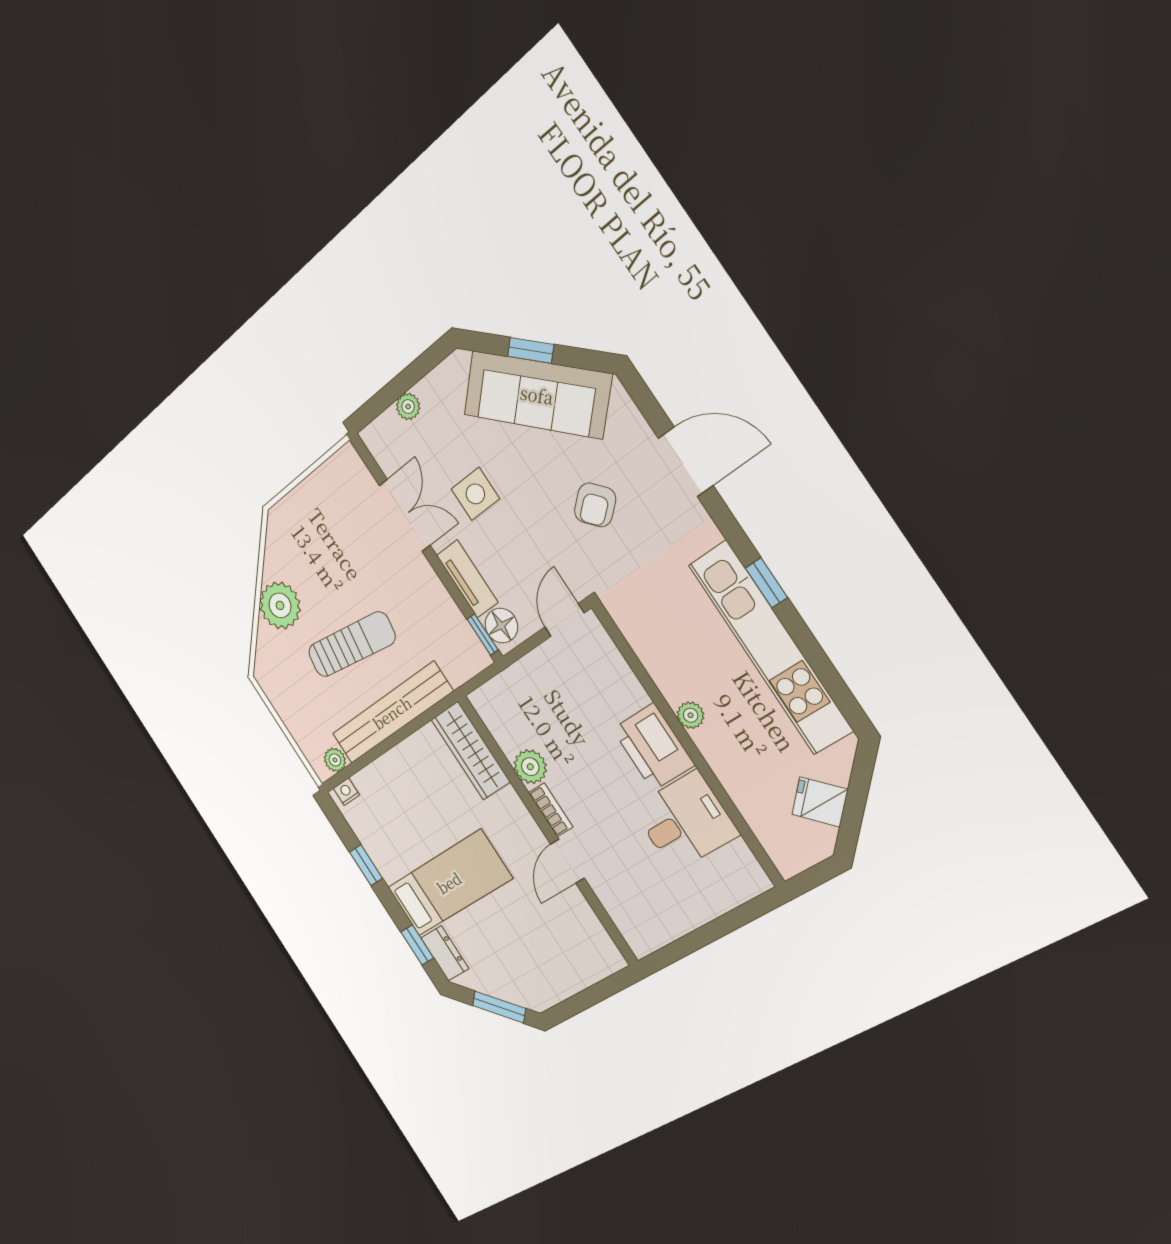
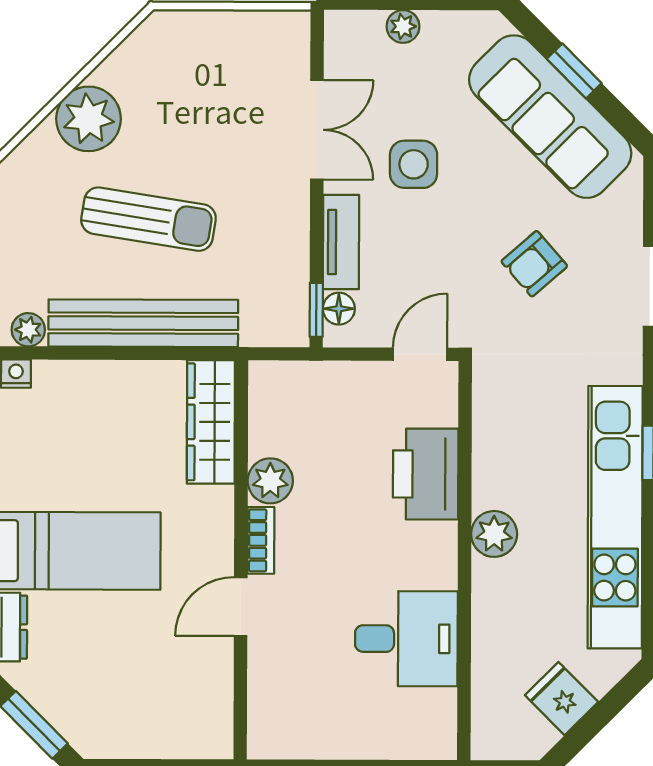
floor lamp: (501, 626) -> (339, 309), width x0.73, depth x0.73
plant: (691, 715) -> (494, 534), width x1.38, depth x1.38
printer: (653, 747) -> (426, 474), moved

